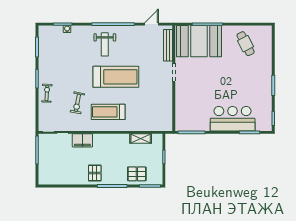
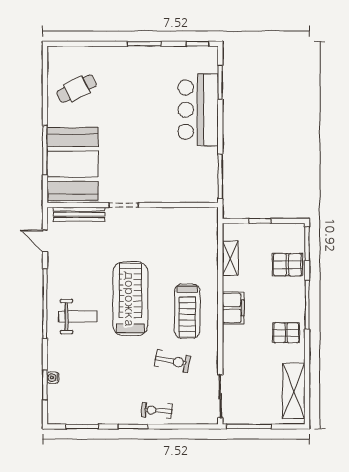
filing cabinet: (82, 140) -> (233, 308), moved
pallet: (137, 174) -> (287, 265), turned 90
shelving: (59, 178) -> (294, 391), added

